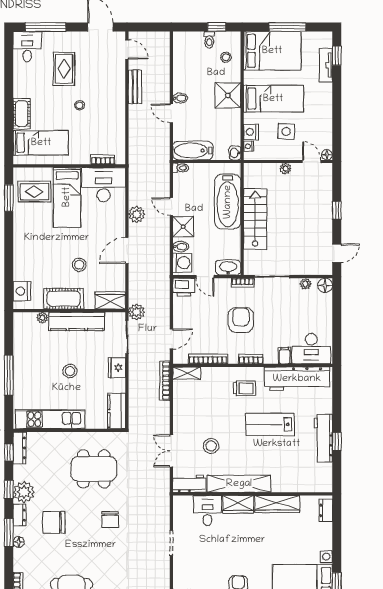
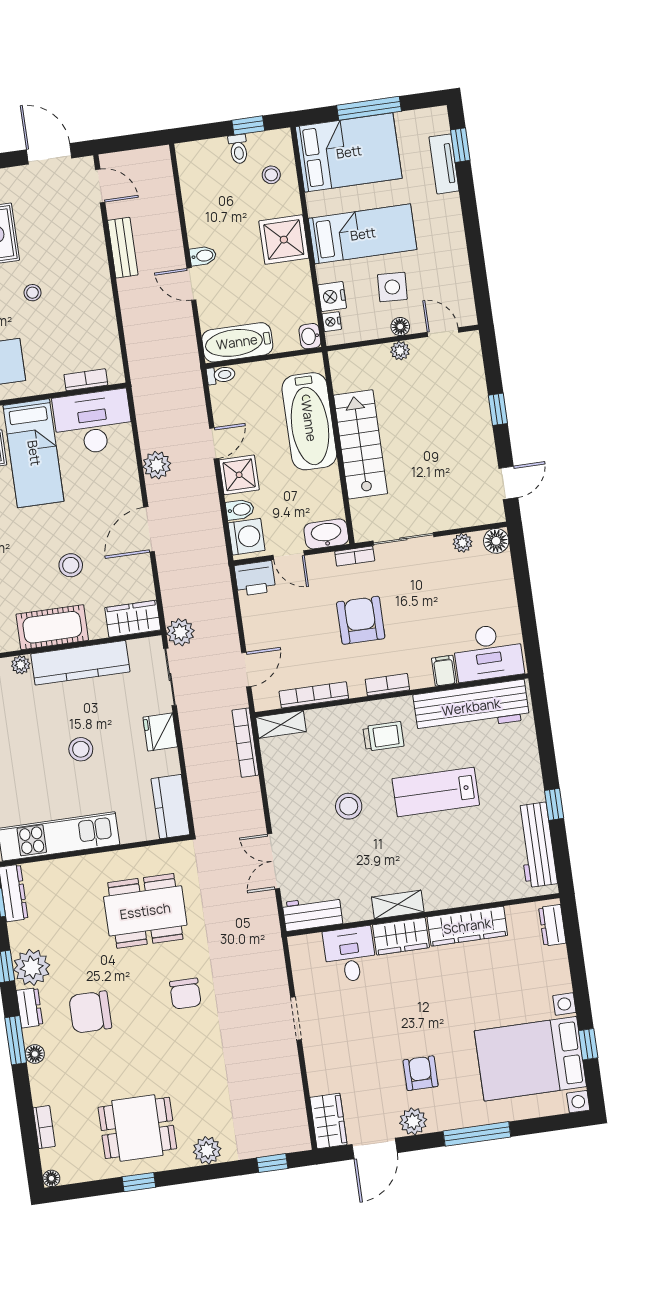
floor lamp: (327, 155) -> (400, 326), moved
door: (171, 207) -> (214, 443), swing flipped
workbench: (323, 438) -> (536, 845), moved
stool: (211, 446) -> (349, 806), moved
shelving: (239, 484) -> (398, 905), width x0.45, depth x0.75

